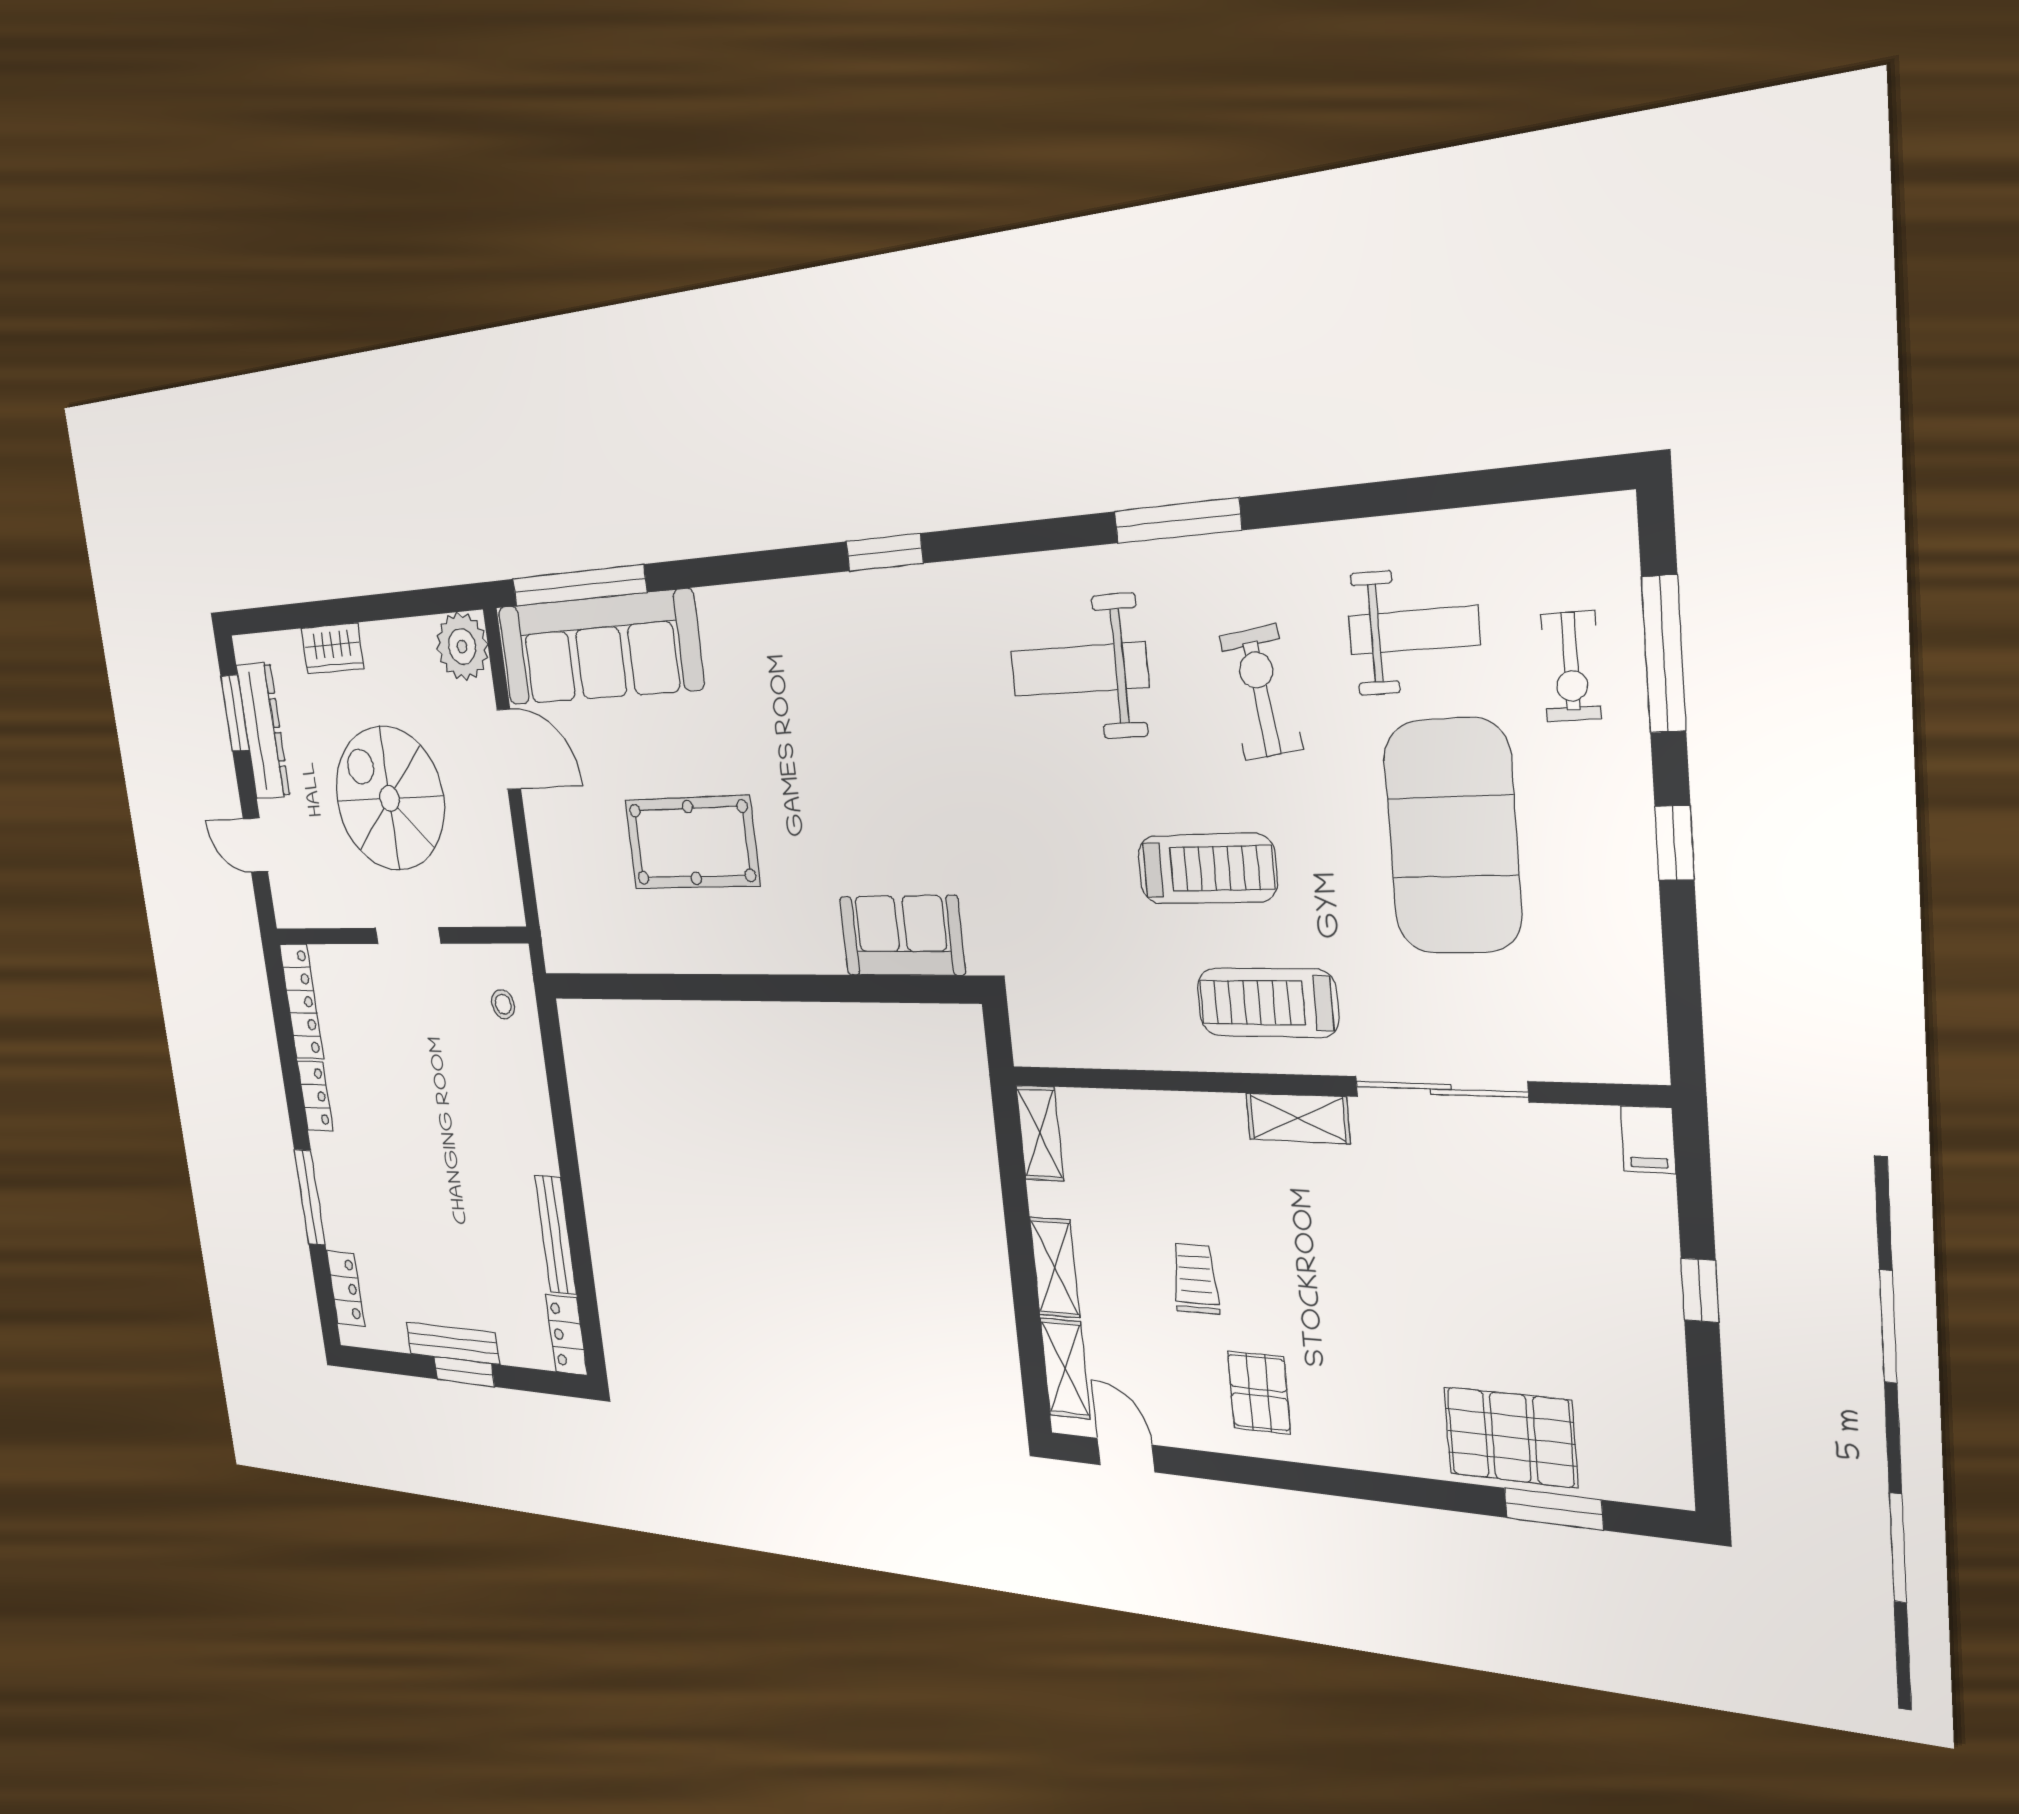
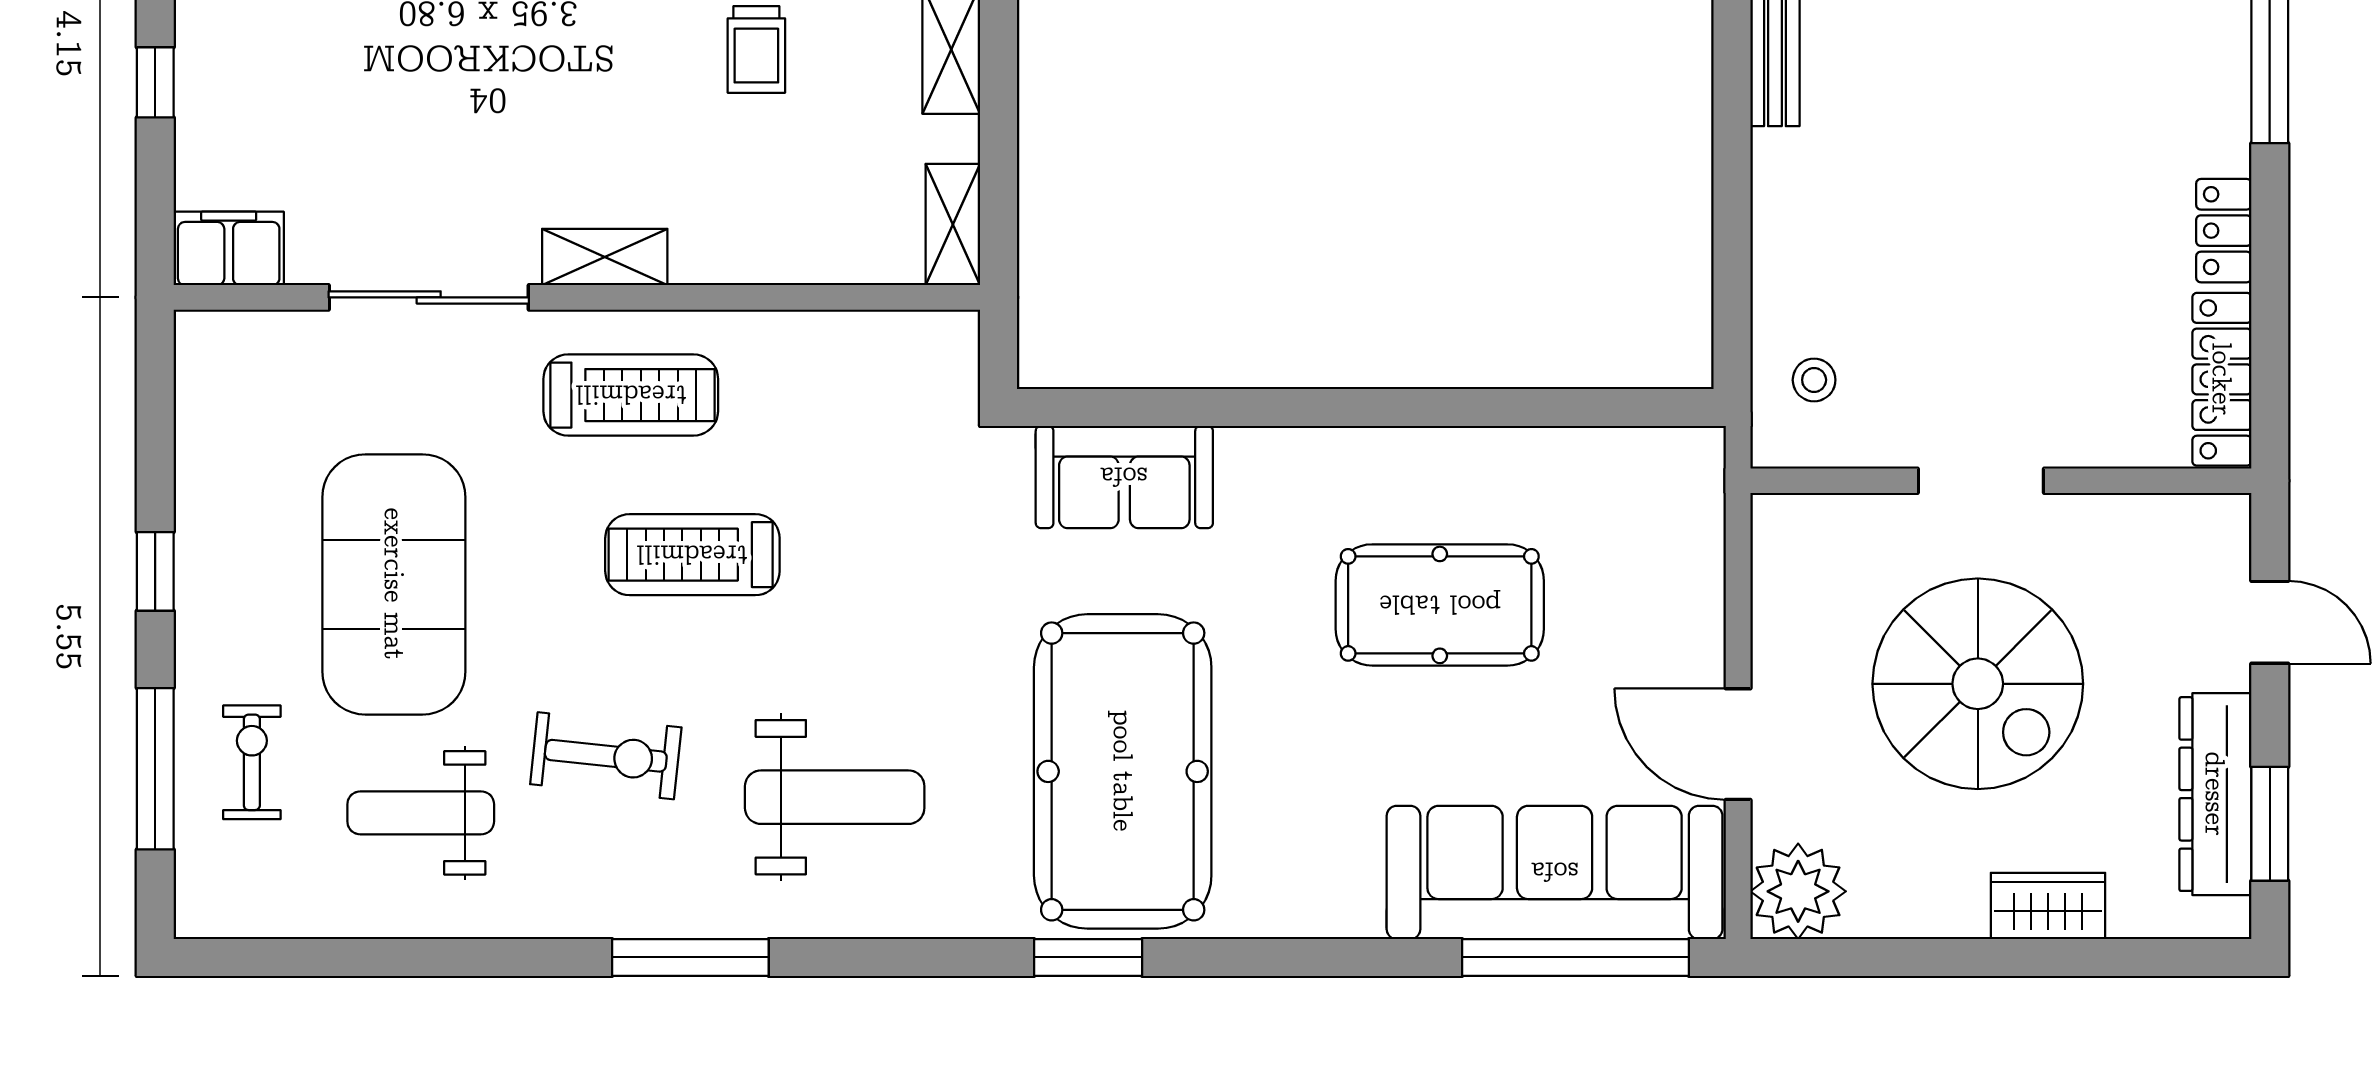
exercise bike: (1261, 693) -> (606, 756), turned -76
pool table: (878, 705) -> (1123, 771), added
filing cabinet: (1648, 1140) -> (229, 248), width x2.00

